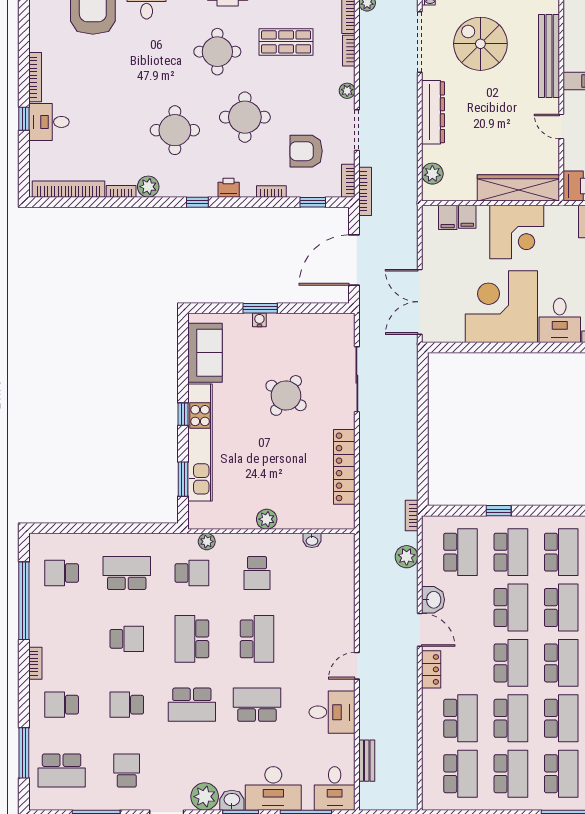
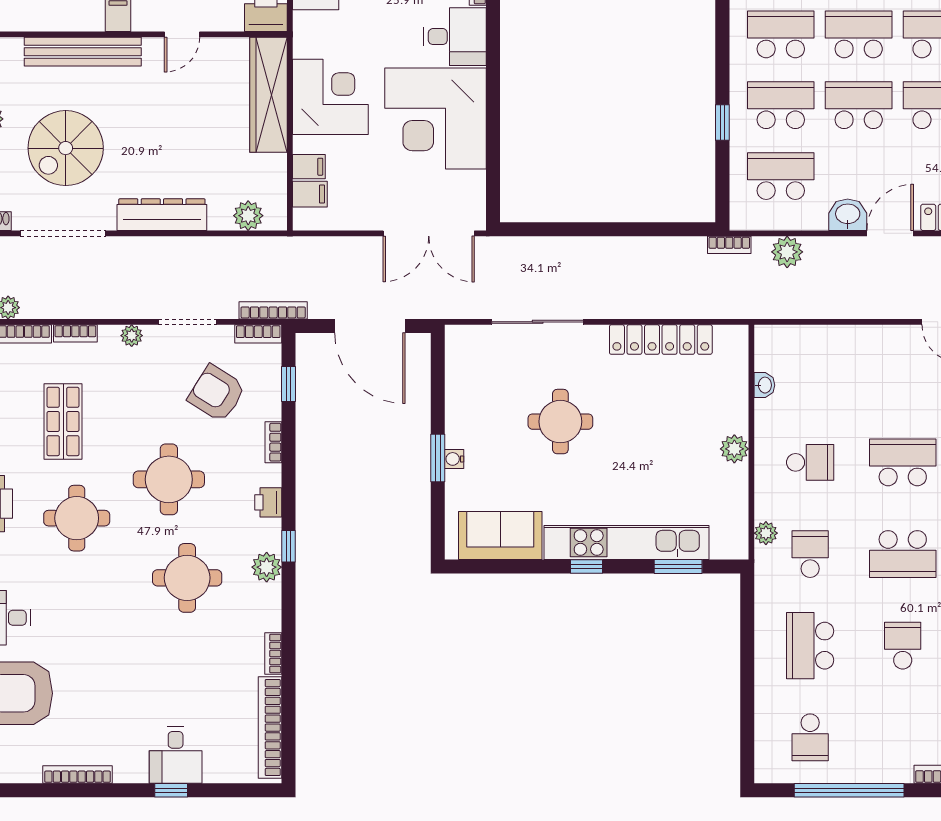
bookcase: (35, 77) -> (78, 775), moved
armchair: (306, 151) -> (217, 393), turned 122
plant: (148, 187) -> (267, 567), moved
round table: (286, 395) -> (560, 422), turned -34

